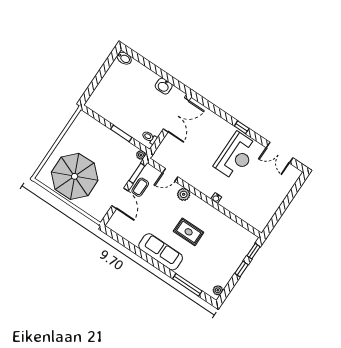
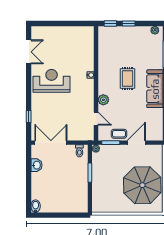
window: (242, 127) -> (29, 117), moved

